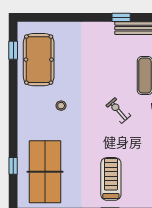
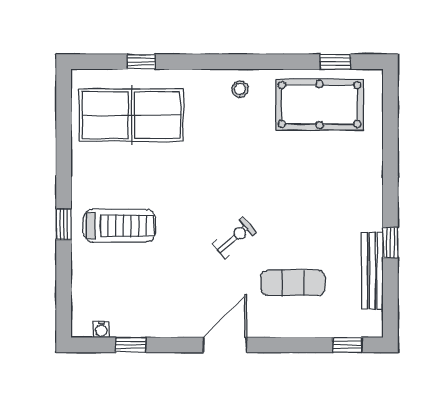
stool: (61, 106) -> (240, 89), moved

